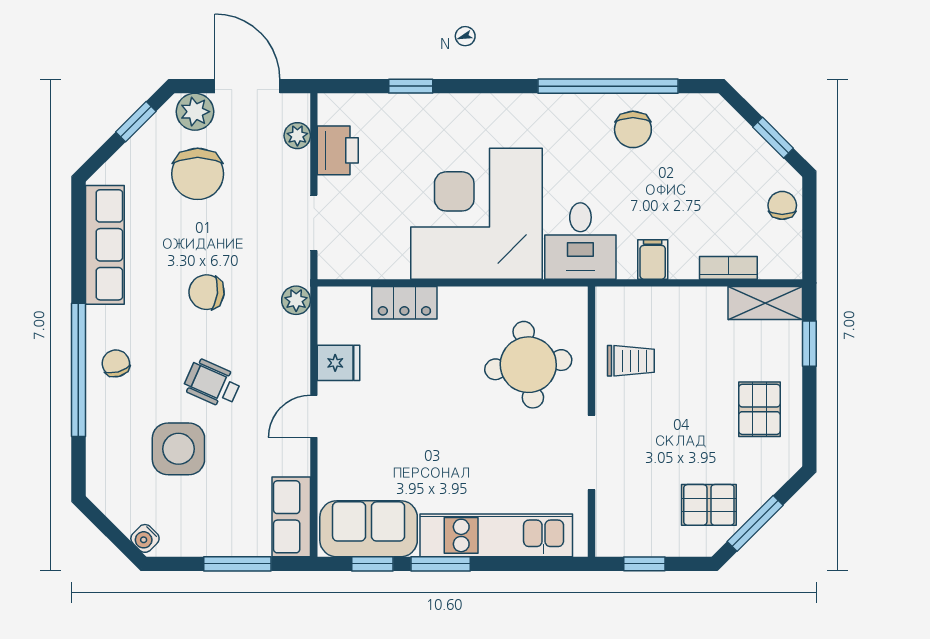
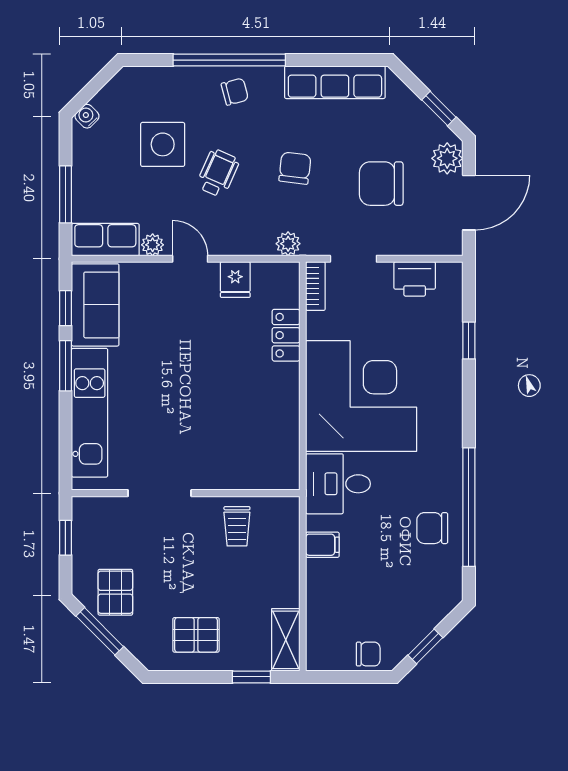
plant: (297, 136) -> (153, 245), moved
chair: (198, 174) -> (381, 184), moved
bookcase: (728, 268) -> (315, 286), moved
round table: (528, 365) -> (234, 440), removed

